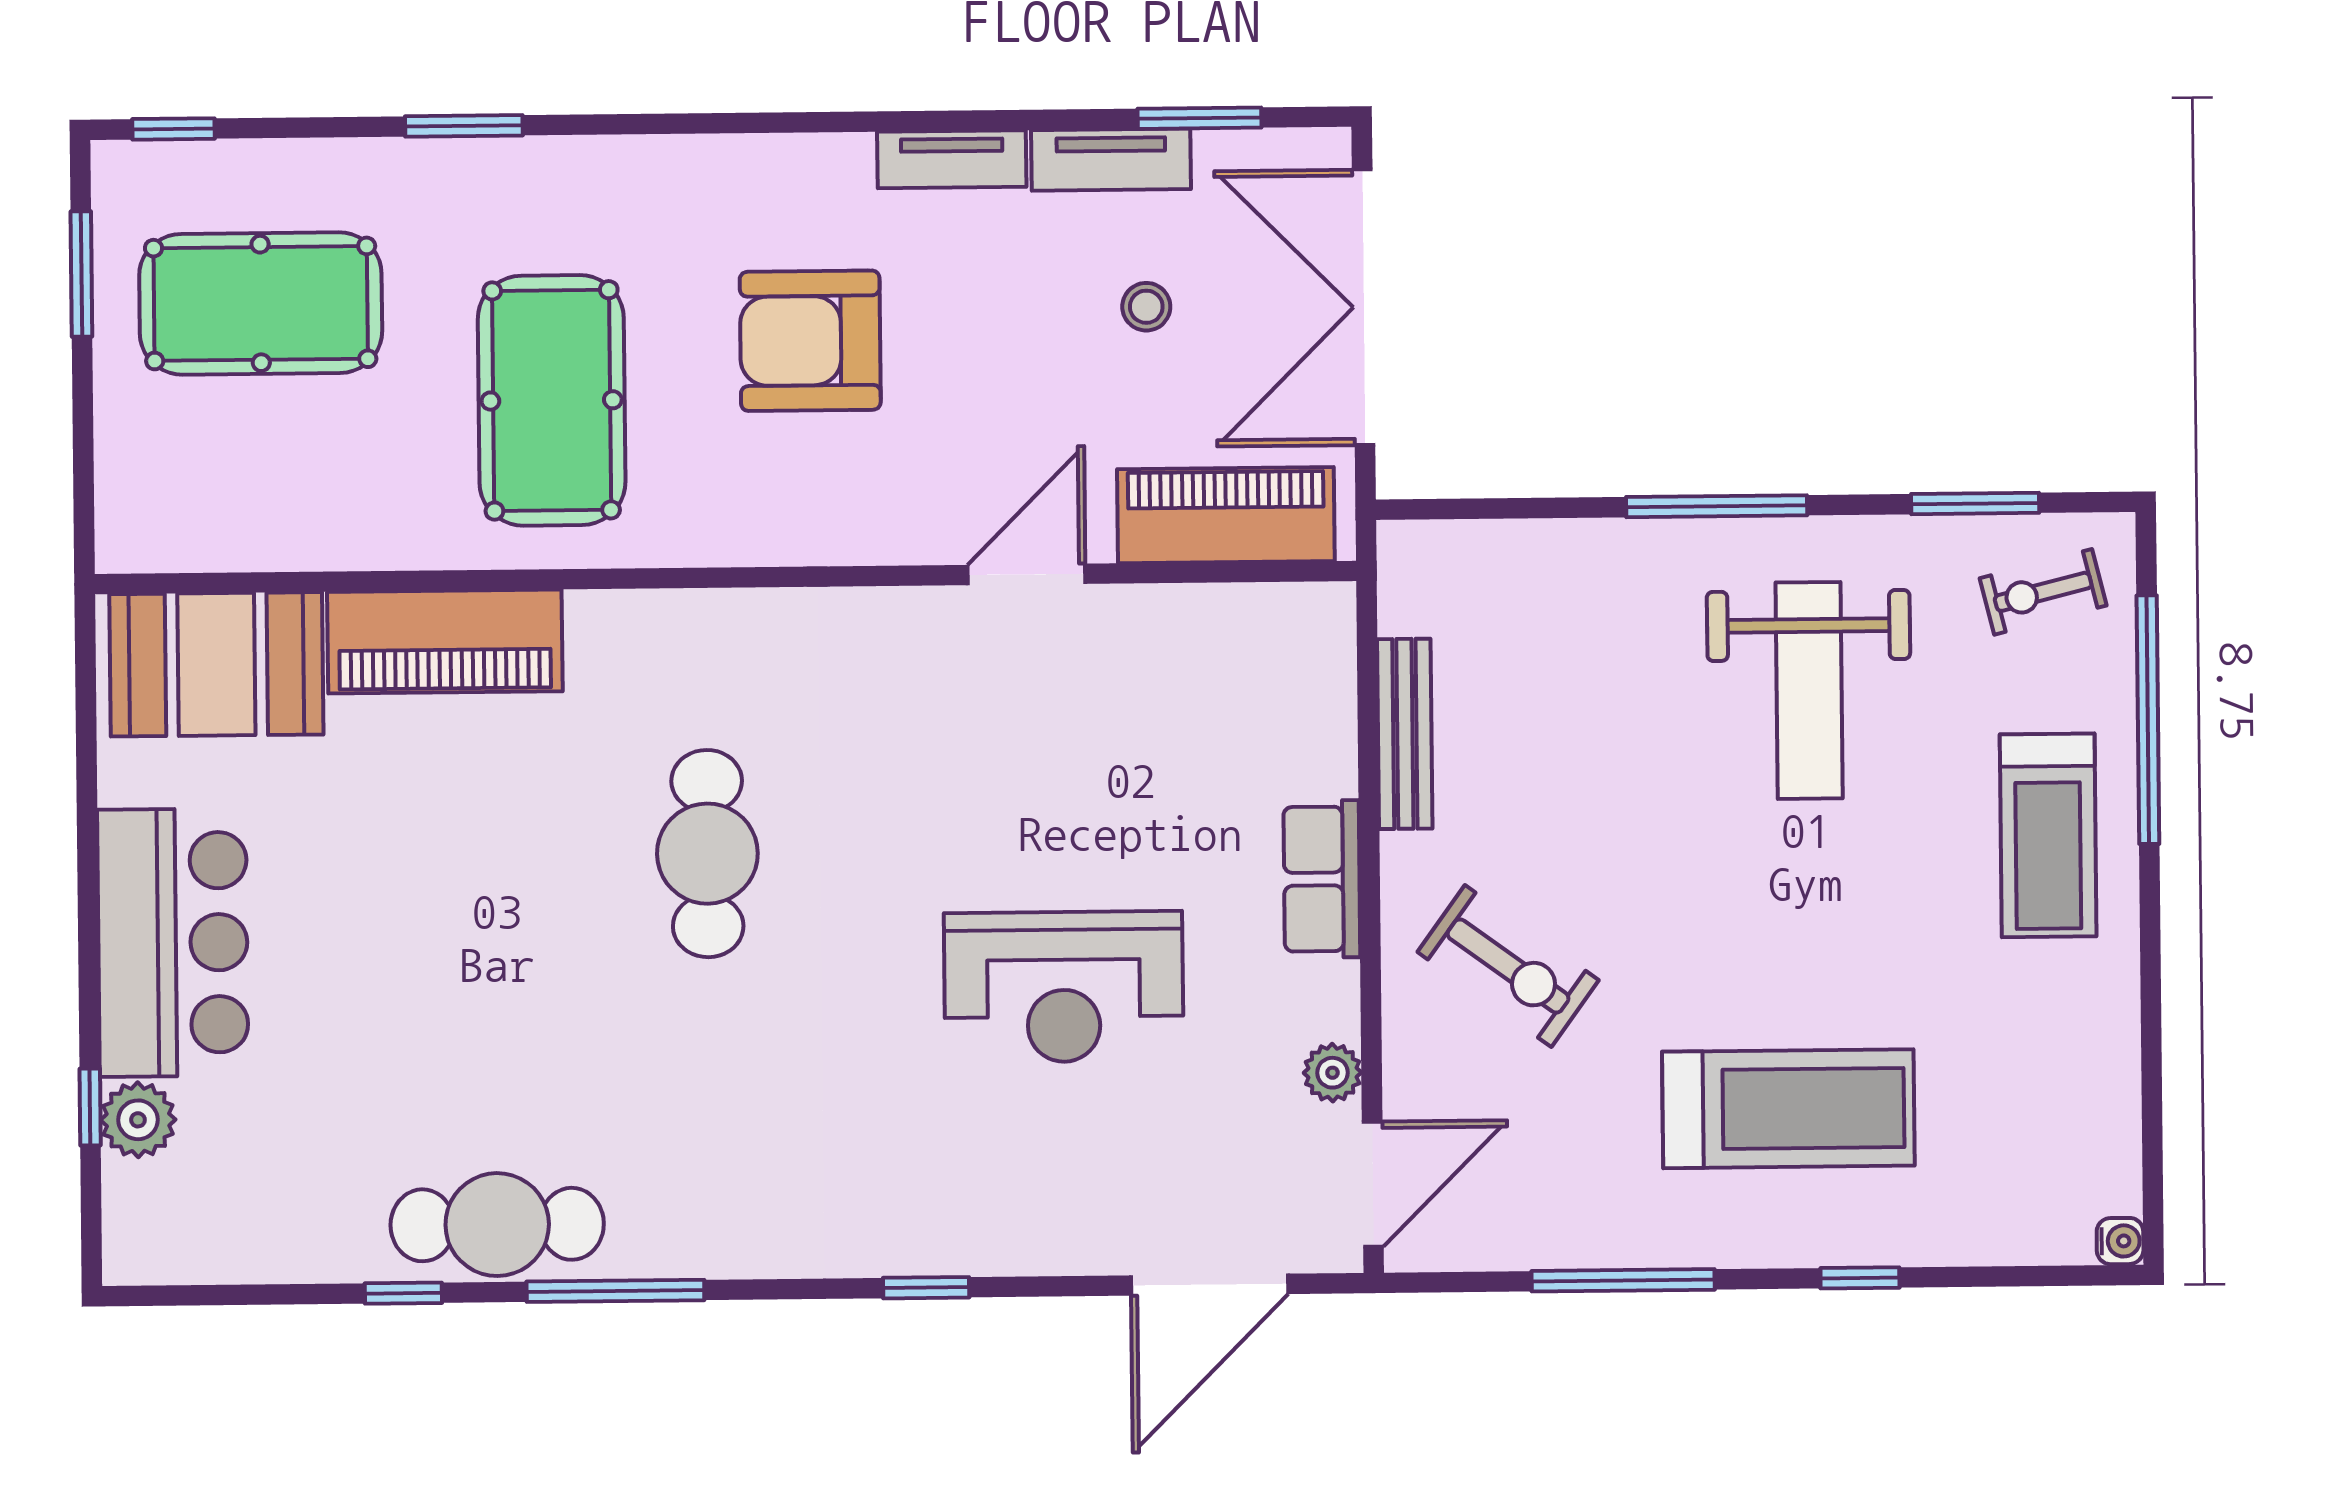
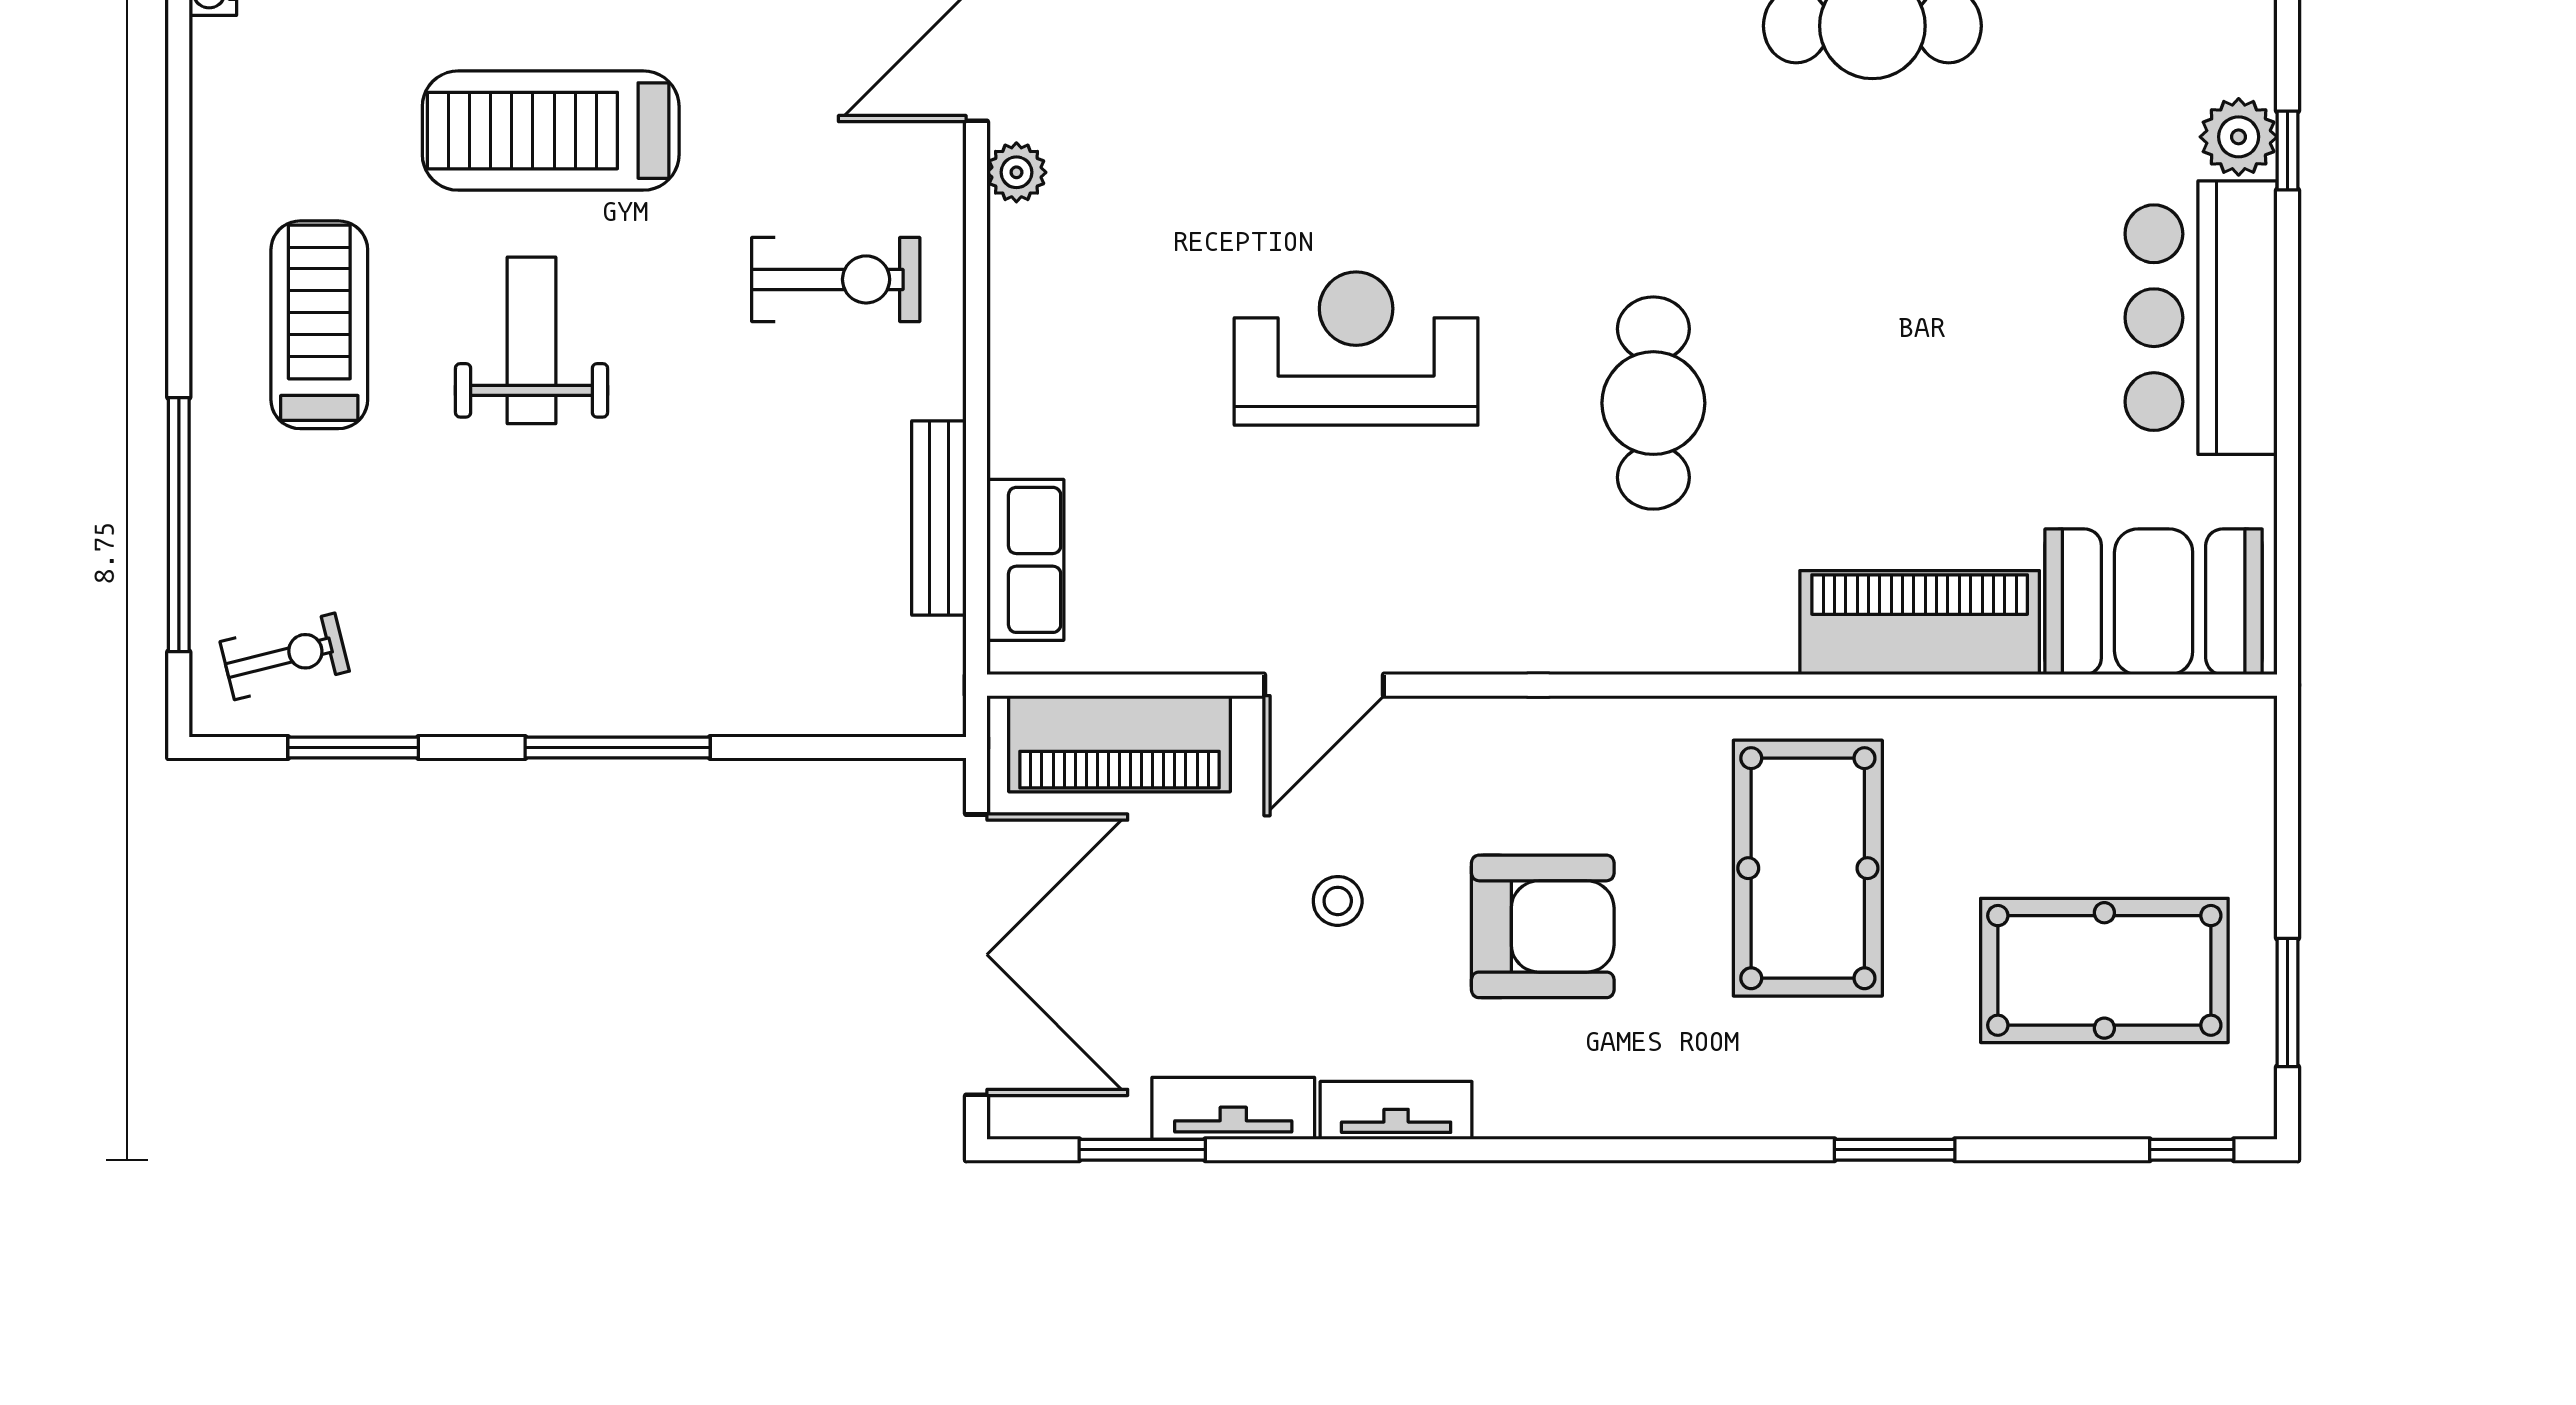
stool: (1146, 307) -> (1338, 901), moved
weight bench: (1809, 690) -> (531, 340), moved, width x0.73, depth x0.75
treadmill: (2048, 835) -> (319, 325), moved
row of seats: (1322, 879) -> (1025, 560), moved
exercise bike: (1508, 966) -> (836, 279), turned 144
reception desk: (1064, 987) -> (1356, 348), moved

